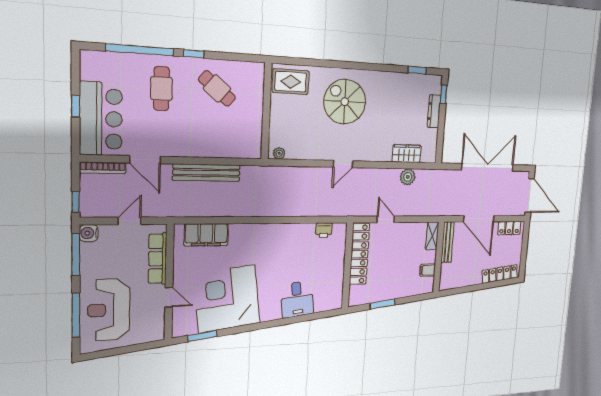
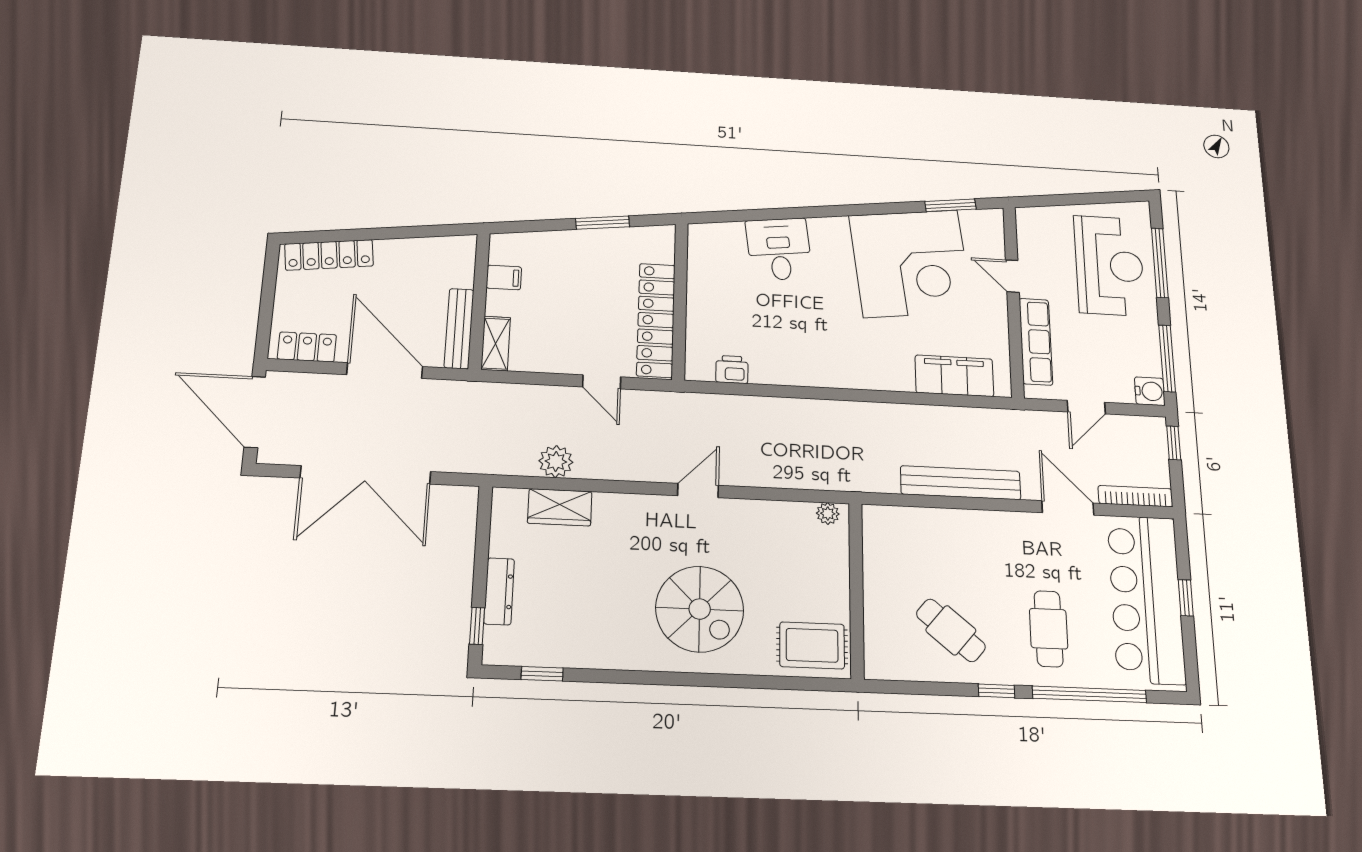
bar counter: (101, 119) -> (1146, 599), width x1.36

